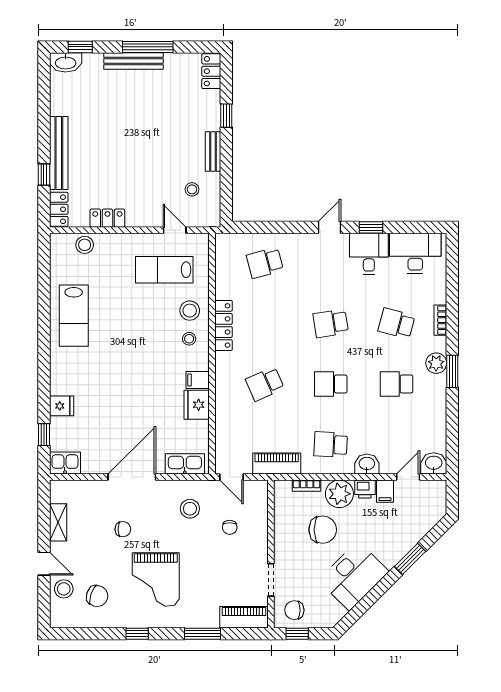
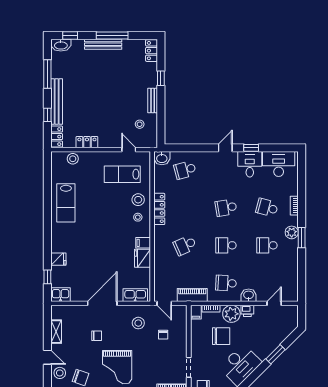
window: (44, 109) -> (47, 74), added
washbasin: (434, 463) -> (162, 158), moved, turned 180
filing cabinet: (385, 491) -> (196, 312), moved

